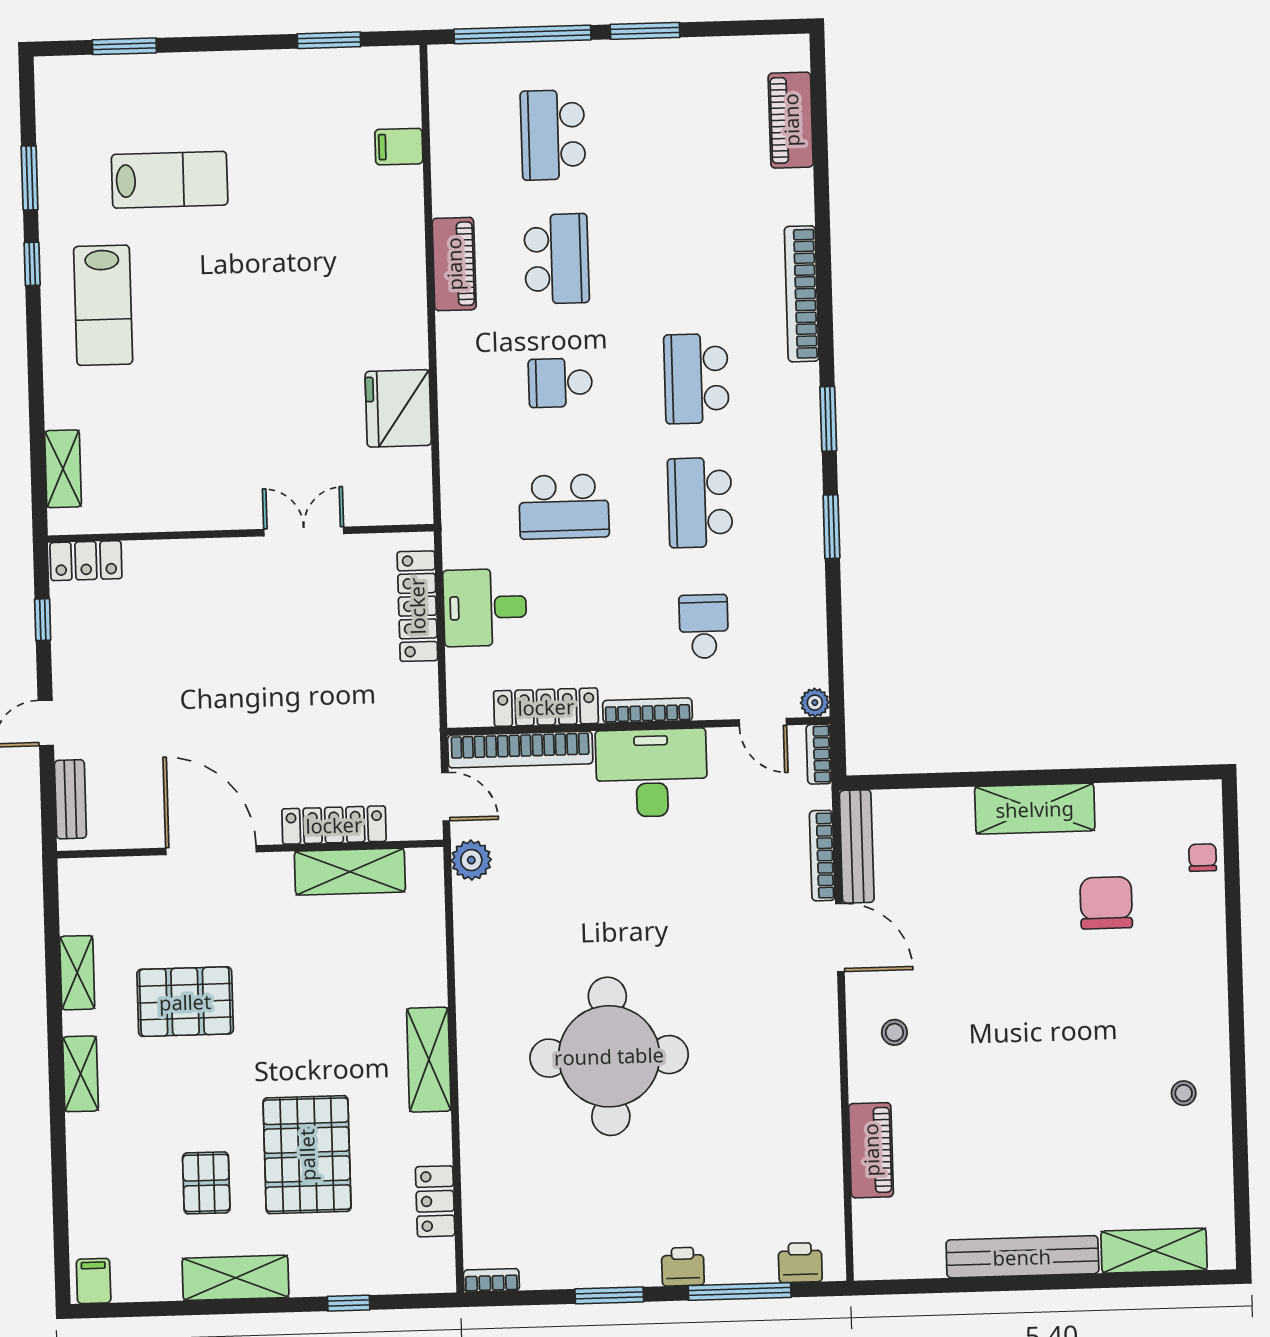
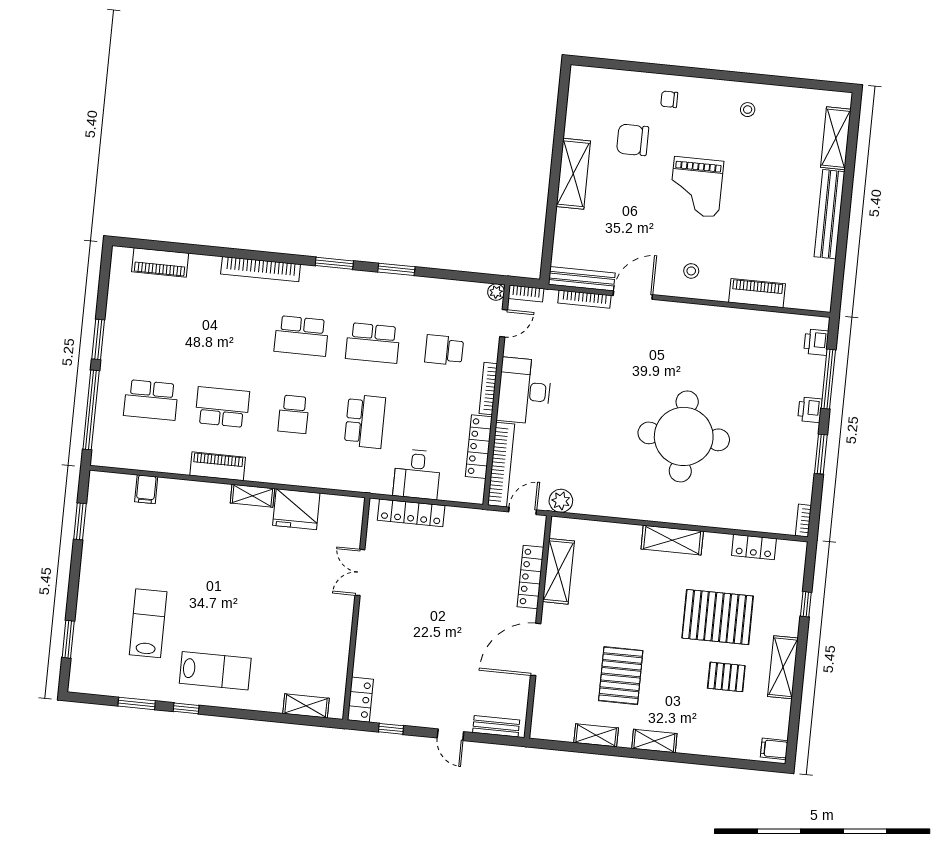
shelving: (411, 330) -> (252, 496), added
chair: (1203, 858) -> (669, 99), moved
grand piano: (1039, 1022) -> (696, 187), added

